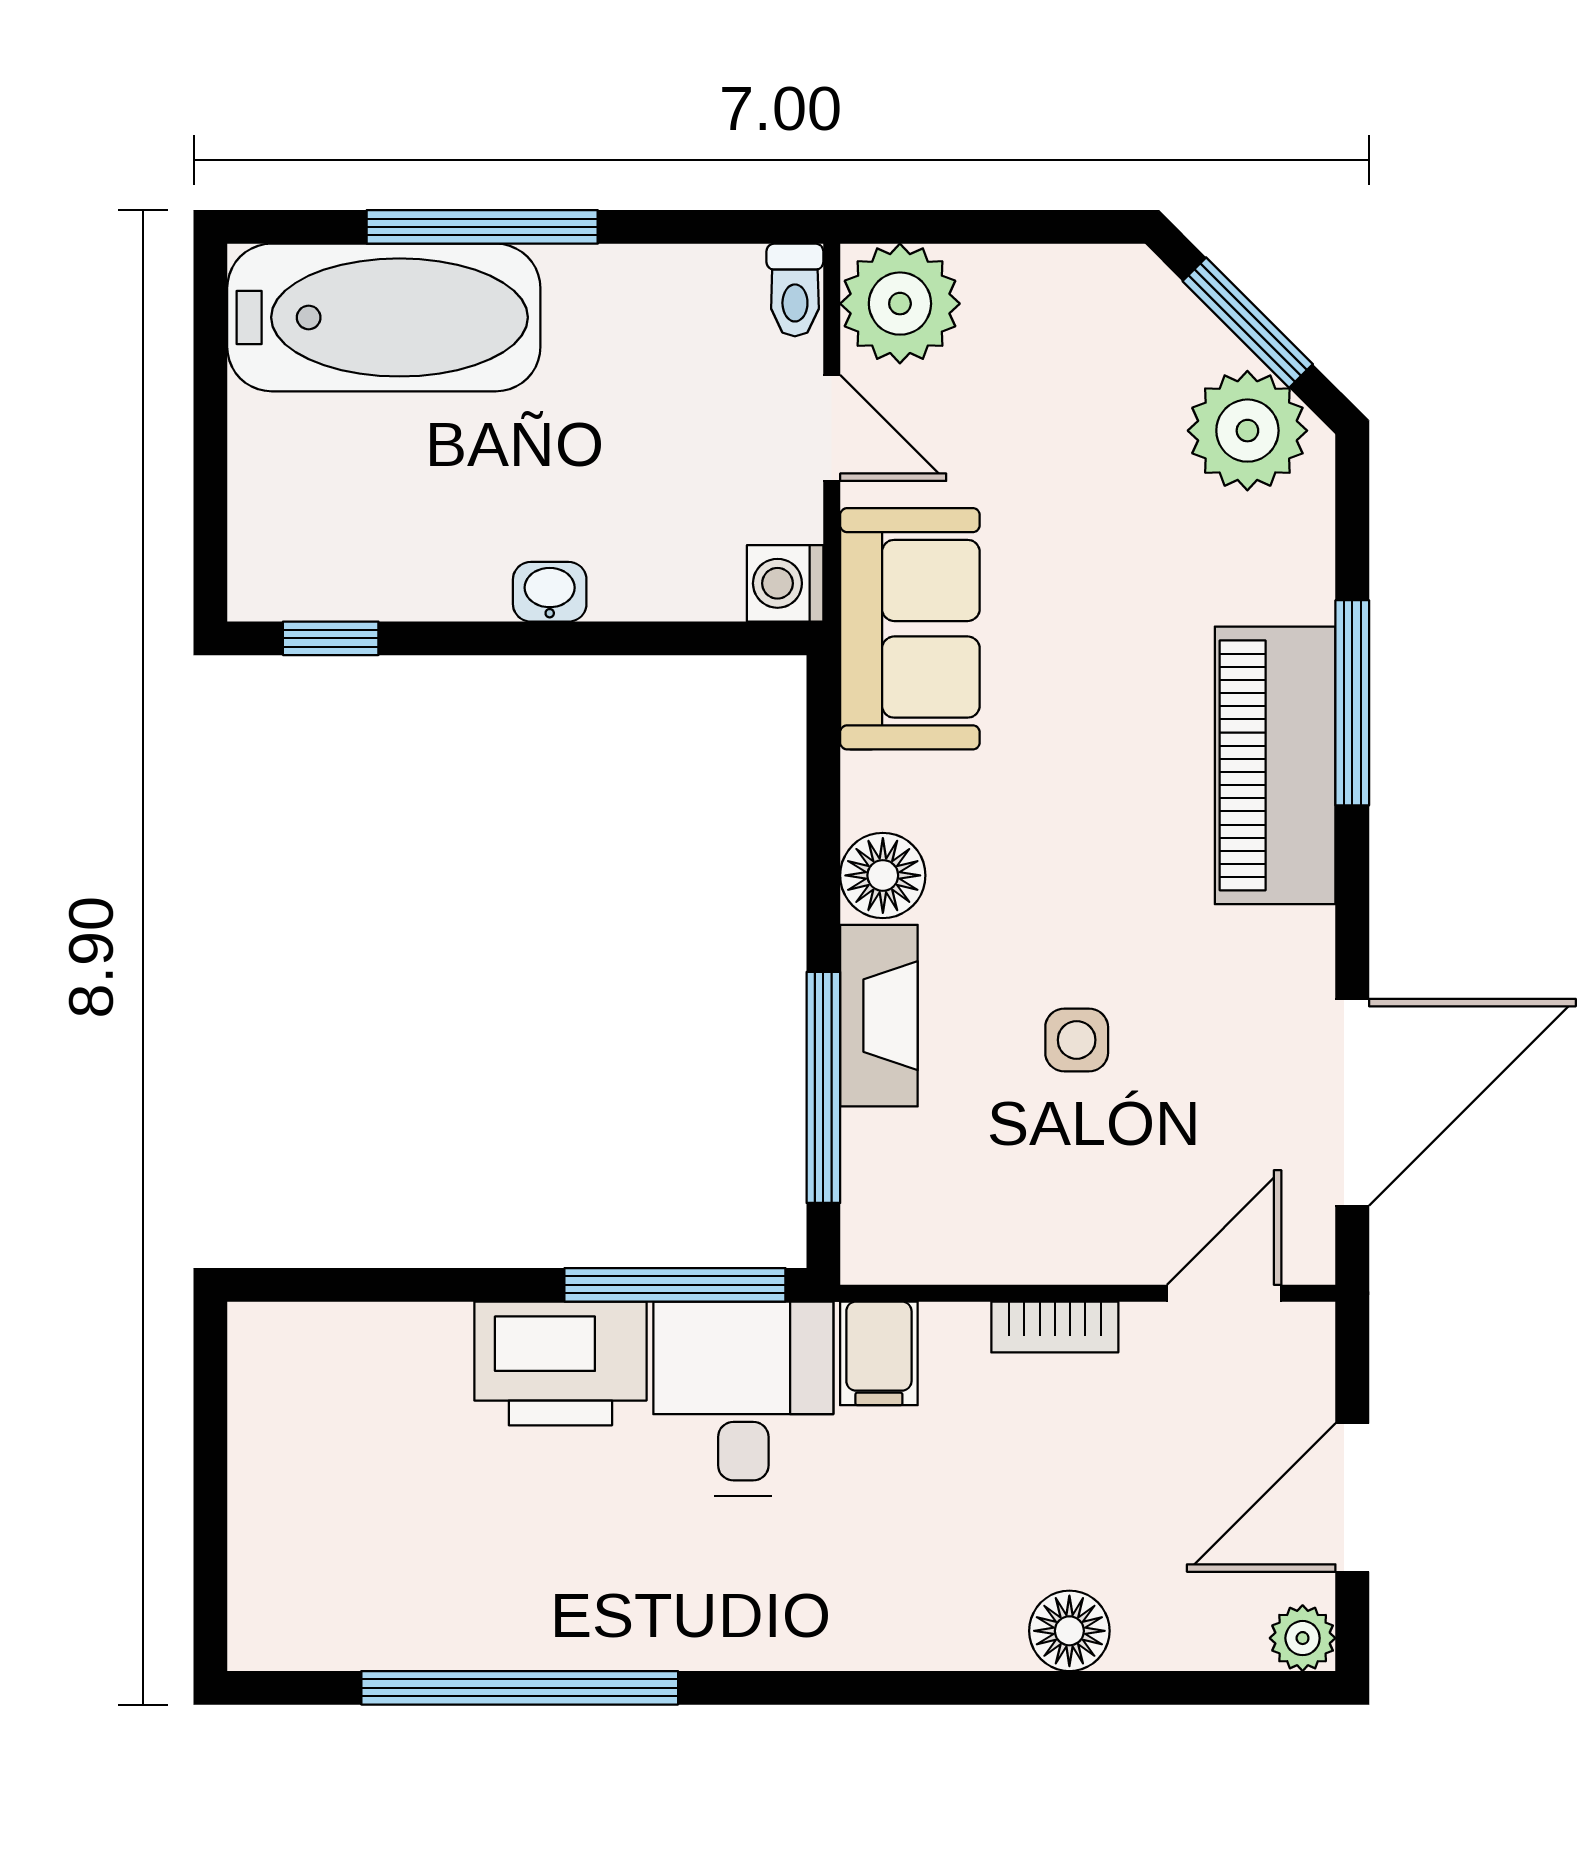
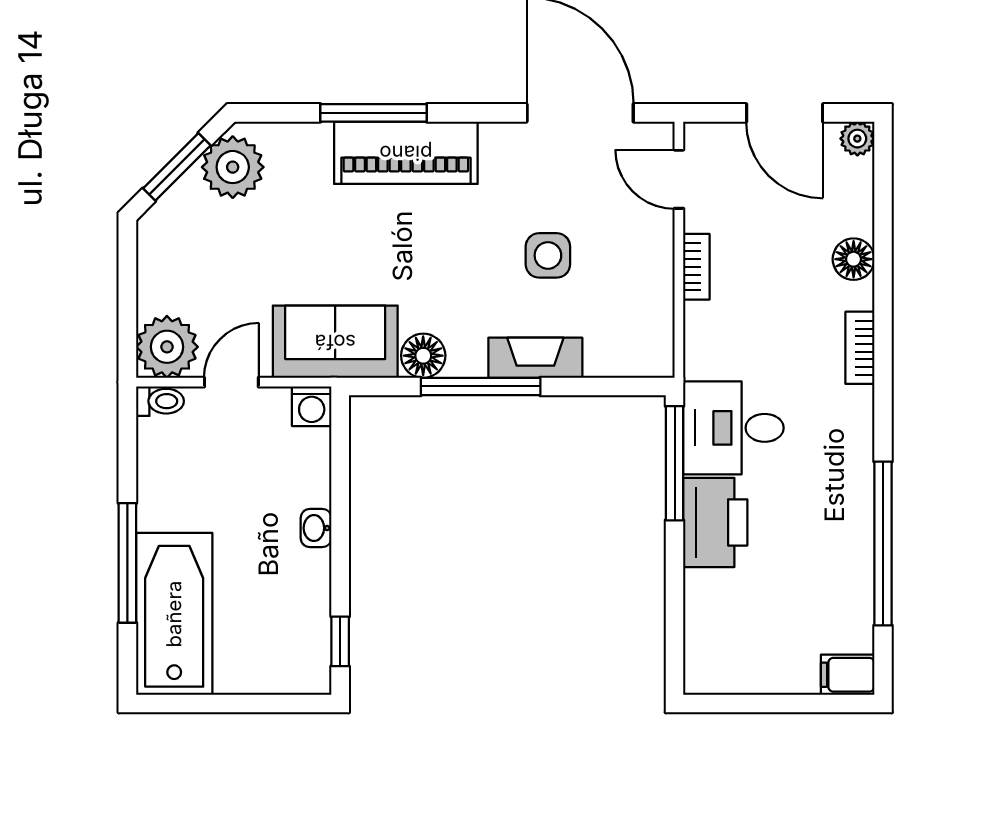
floor lamp: (883, 875) -> (423, 356), moved
side table: (1077, 1040) -> (548, 255), width x1.37, depth x1.37
window: (823, 1087) -> (481, 386), moved
filing cabinet: (879, 1353) -> (848, 675), moved, turned 180
bookcase: (898, 1643) -> (860, 348), added

